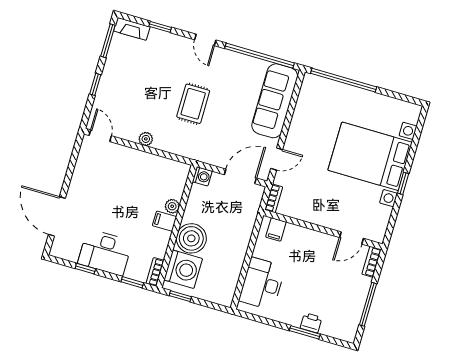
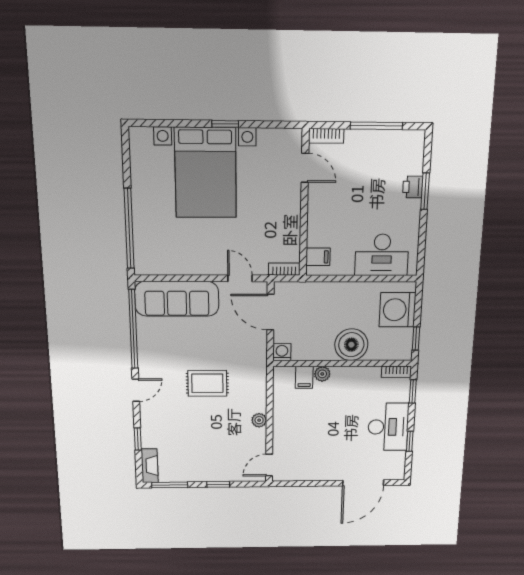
filing cabinet: (165, 221) -> (304, 377), moved
washing machine: (183, 269) -> (397, 310), moved, turned -90

